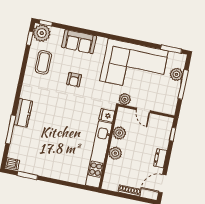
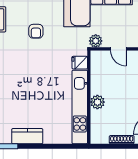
plant: (119, 133) -> (97, 79), removed
kitchen counter: (47, 170) -> (27, 136), added

